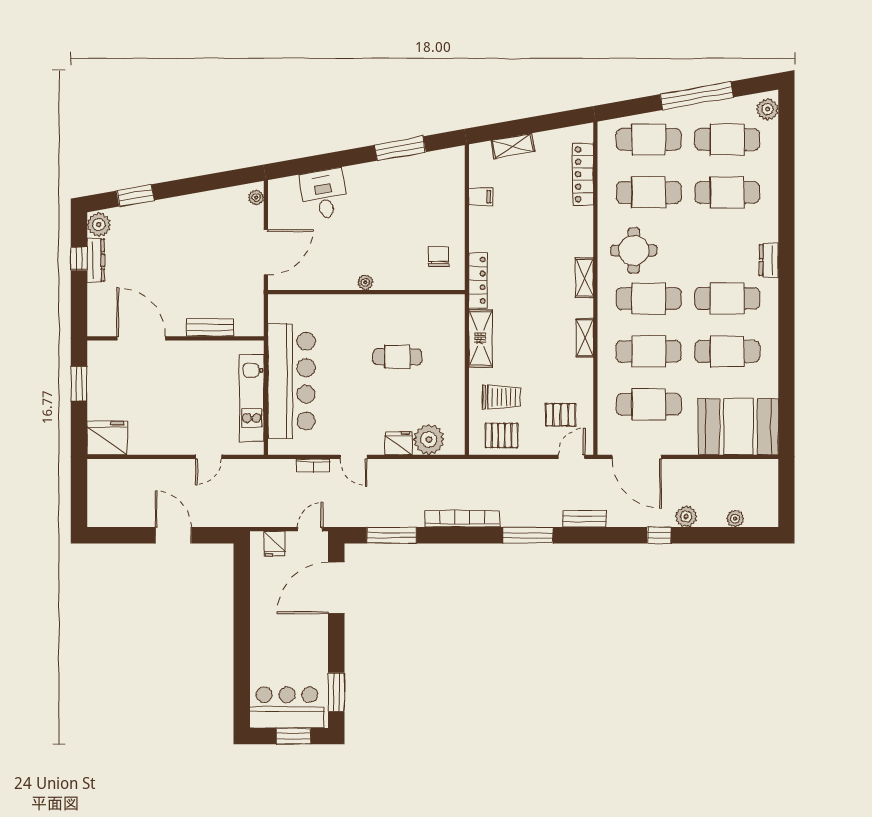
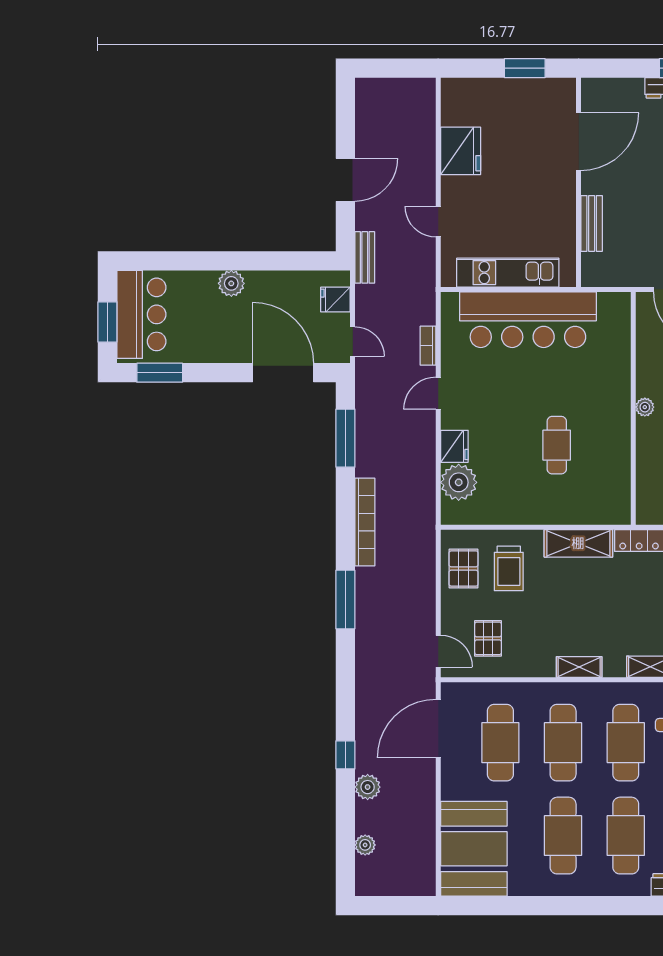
fridge: (107, 438) -> (461, 151), moved
bench: (584, 519) -> (365, 257), moved
plant: (261, 632) -> (231, 283), added

